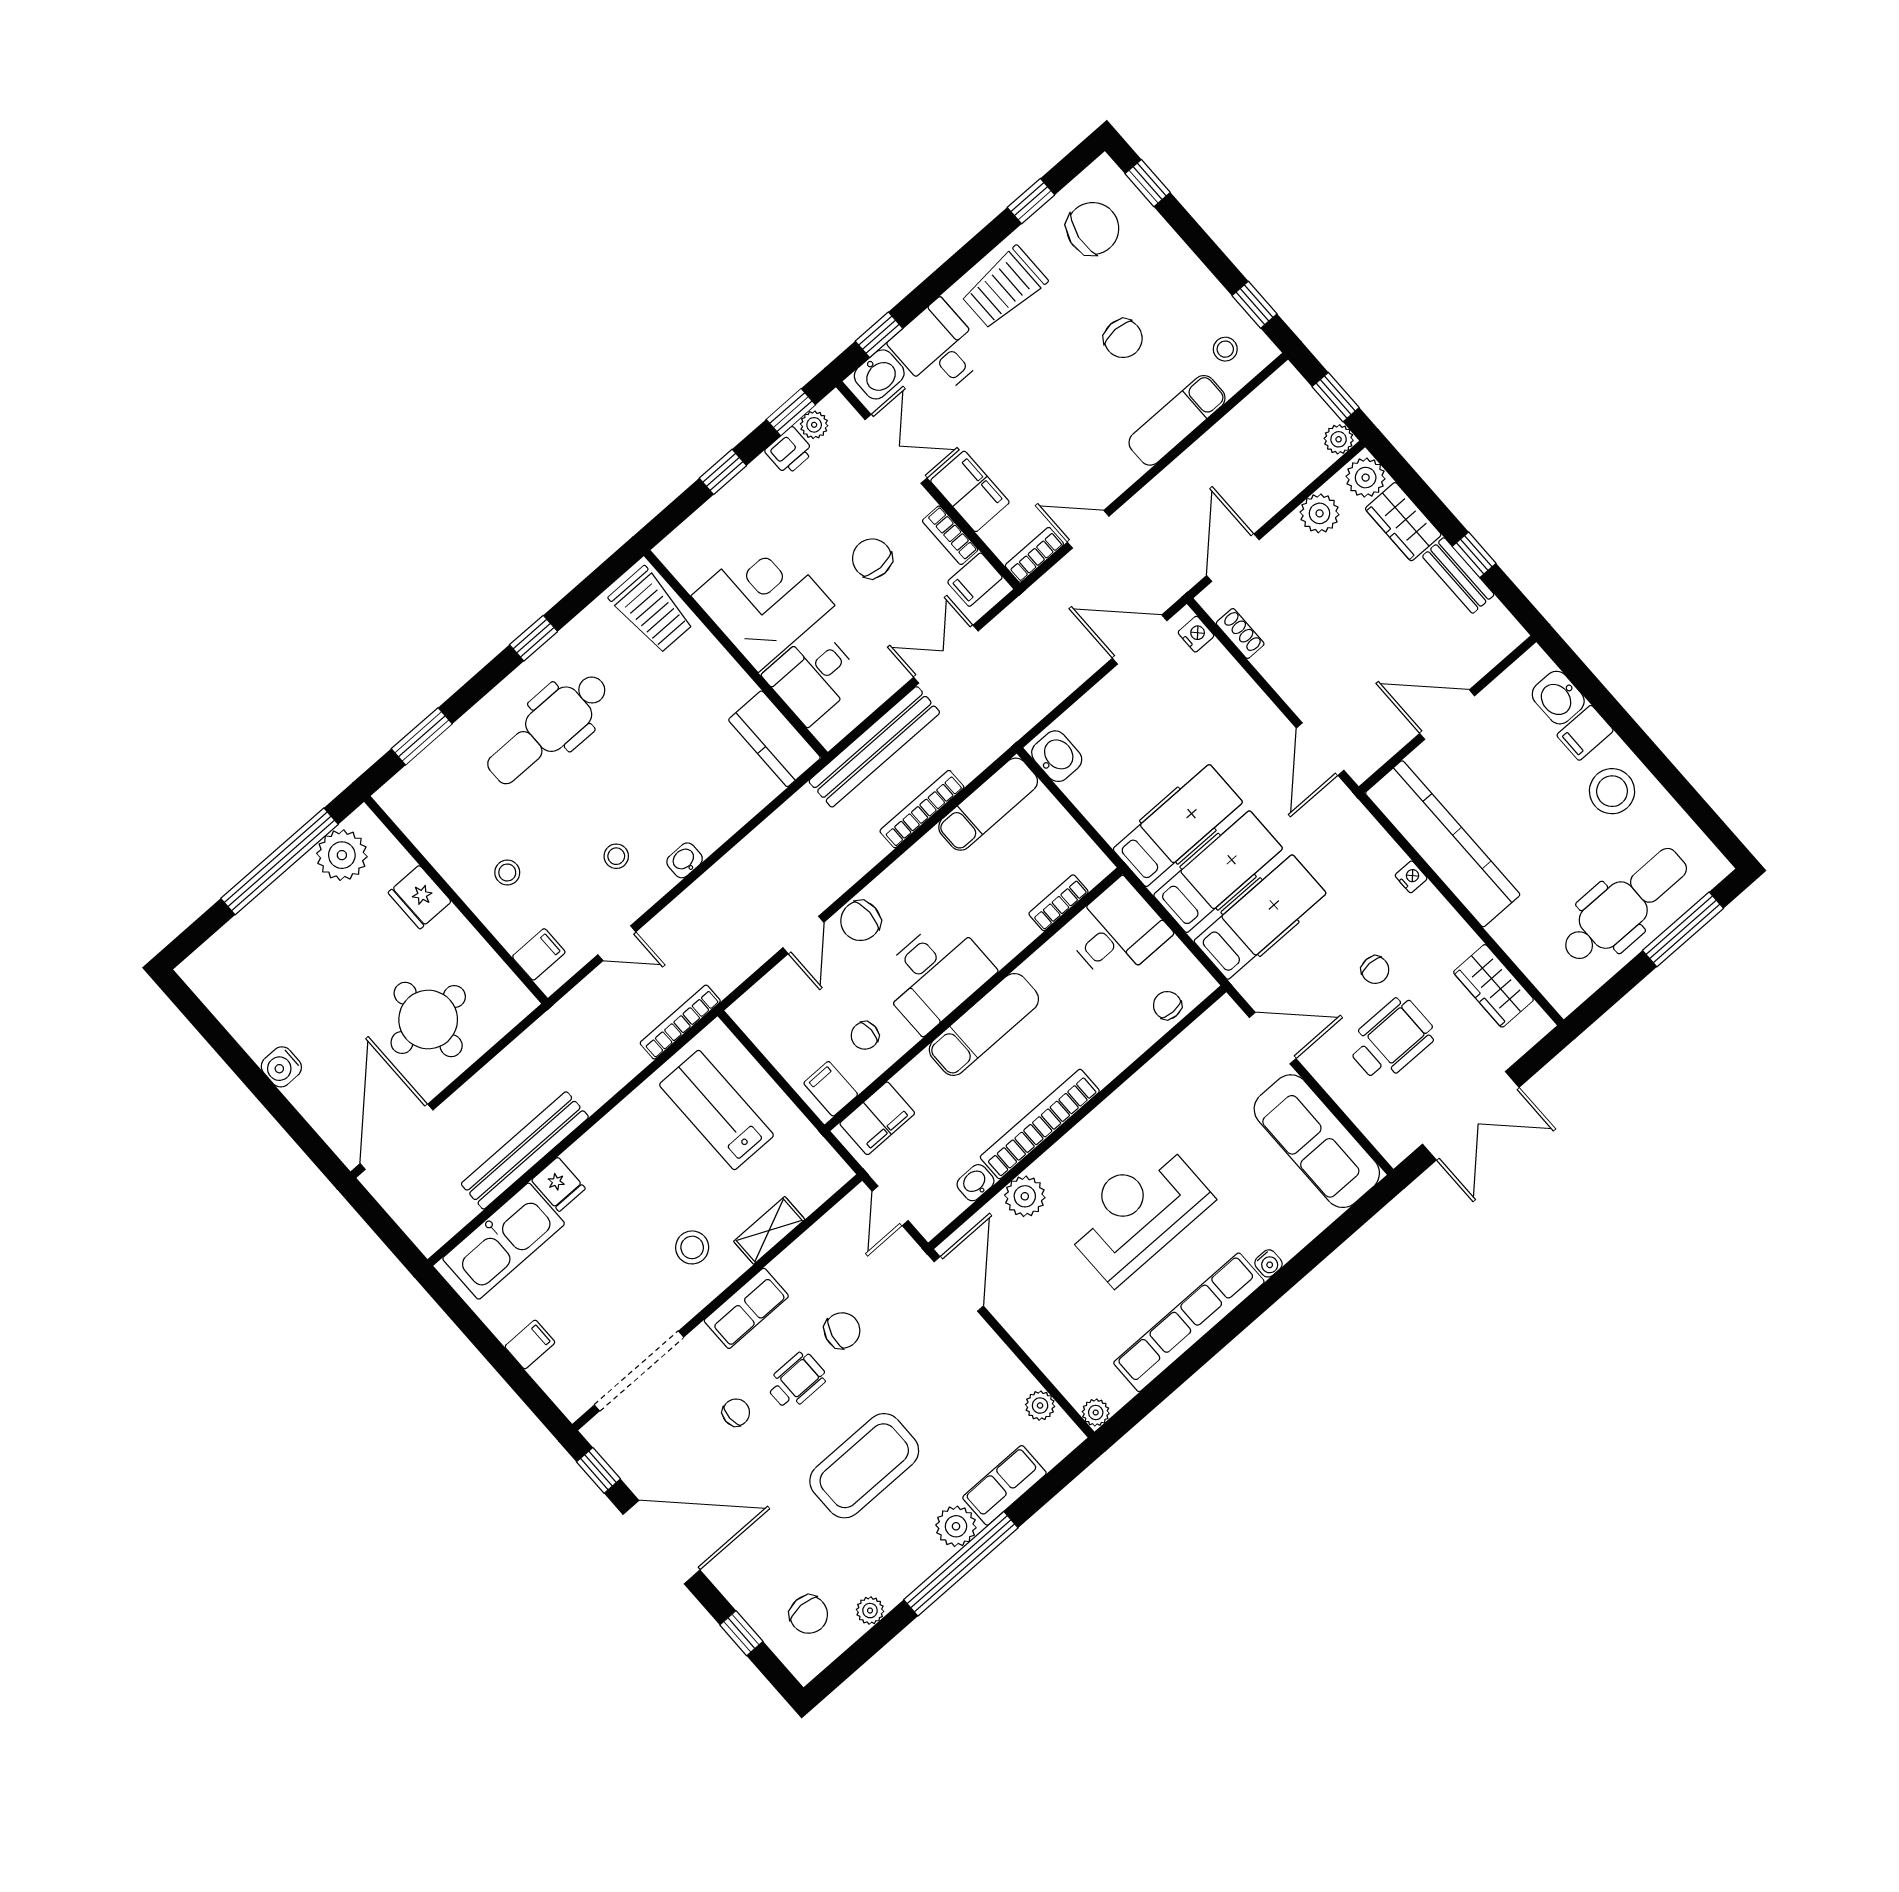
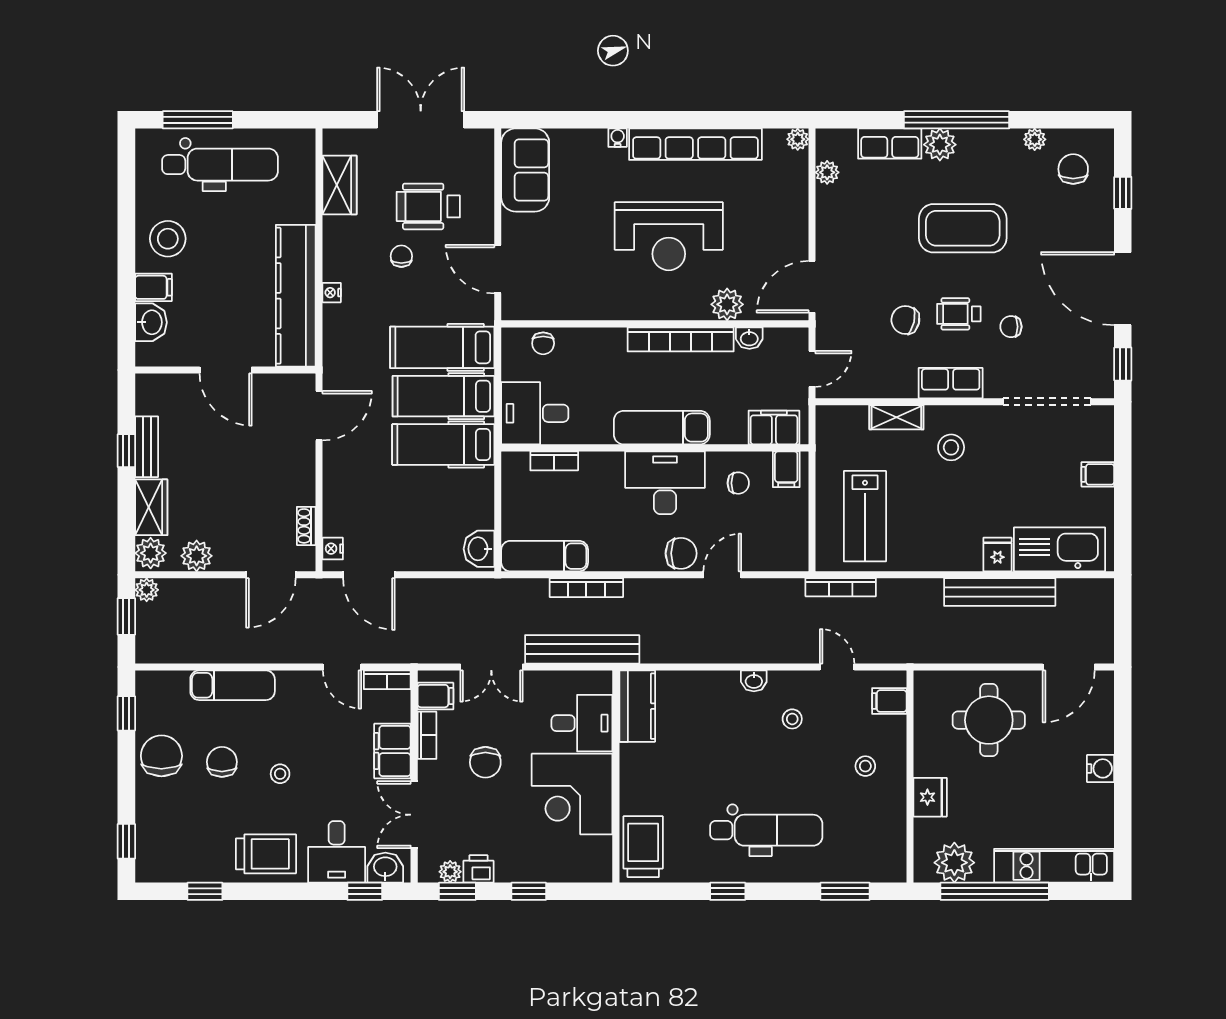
chair: (1093, 228) -> (161, 756), moved, turned 81
stool: (1225, 349) -> (280, 774), moved
dental chair: (1624, 905) -> (220, 165), turned 180
kitchen unit: (244, 935) -> (1054, 866), added
door: (397, 1137) -> (1069, 667), width x0.73
sofa: (1317, 1141) -> (525, 170), width x0.73

